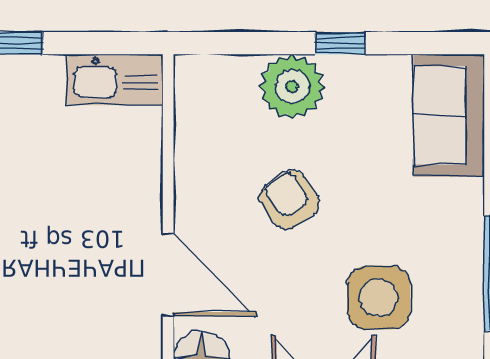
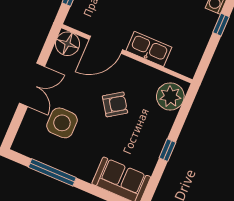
kitchen sink: (115, 80) -> (149, 49), moved, turned 90
plant: (292, 87) -> (170, 96), moved

